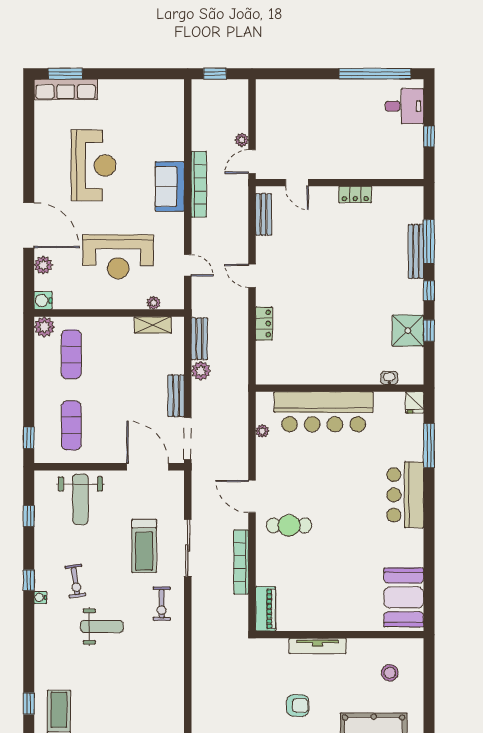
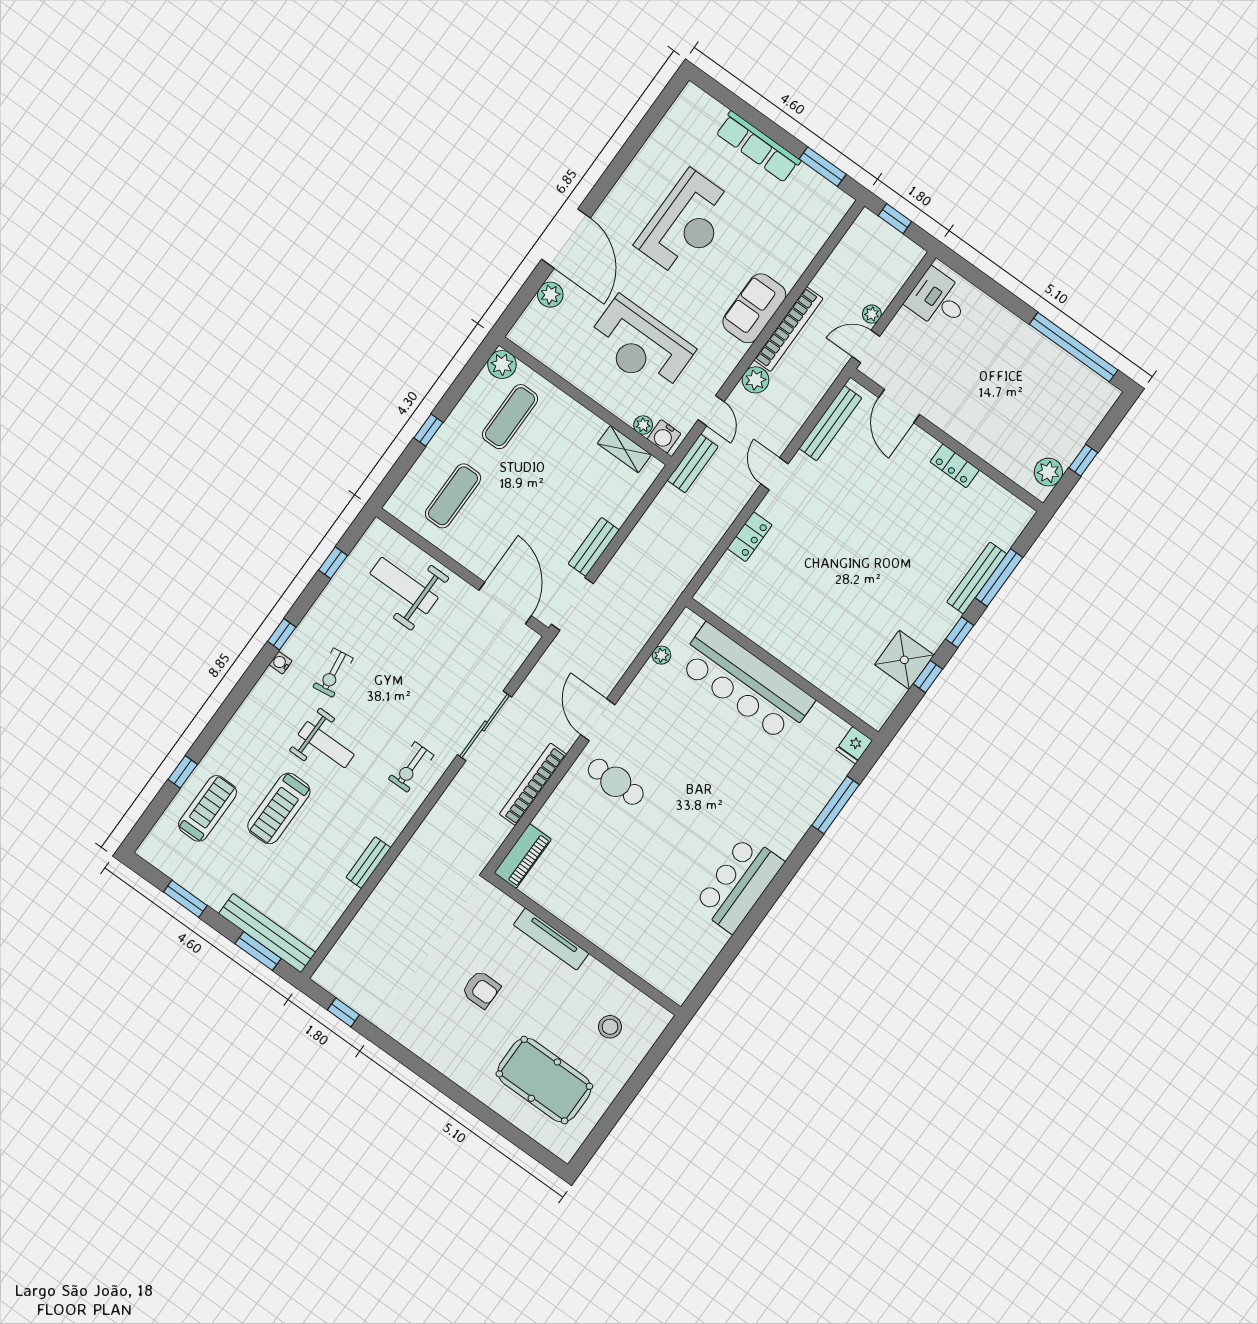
window: (65, 74) -> (823, 167), moved
row of seats: (66, 89) -> (758, 147), moved
desk: (404, 106) -> (938, 300), moved, turned 180
plant: (413, 158) -> (1048, 472), added
door: (297, 183) -> (899, 406), width x1.38
bench: (264, 214) -> (830, 423), width x1.36
water cooler: (43, 301) -> (664, 436), moved, turned -90
bench: (199, 339) -> (693, 463), moved
plant: (201, 371) -> (756, 380), moved
washbasin: (389, 378) -> (846, 698), removed
window: (29, 438) -> (428, 430), moved
bar counter: (405, 495) -> (739, 884), moved
weight bench: (80, 499) -> (404, 586), turned 90
treadmill: (144, 546) -> (279, 808), moved
booth: (404, 597) -> (686, 954), removed
bench: (177, 678) -> (368, 863), added

